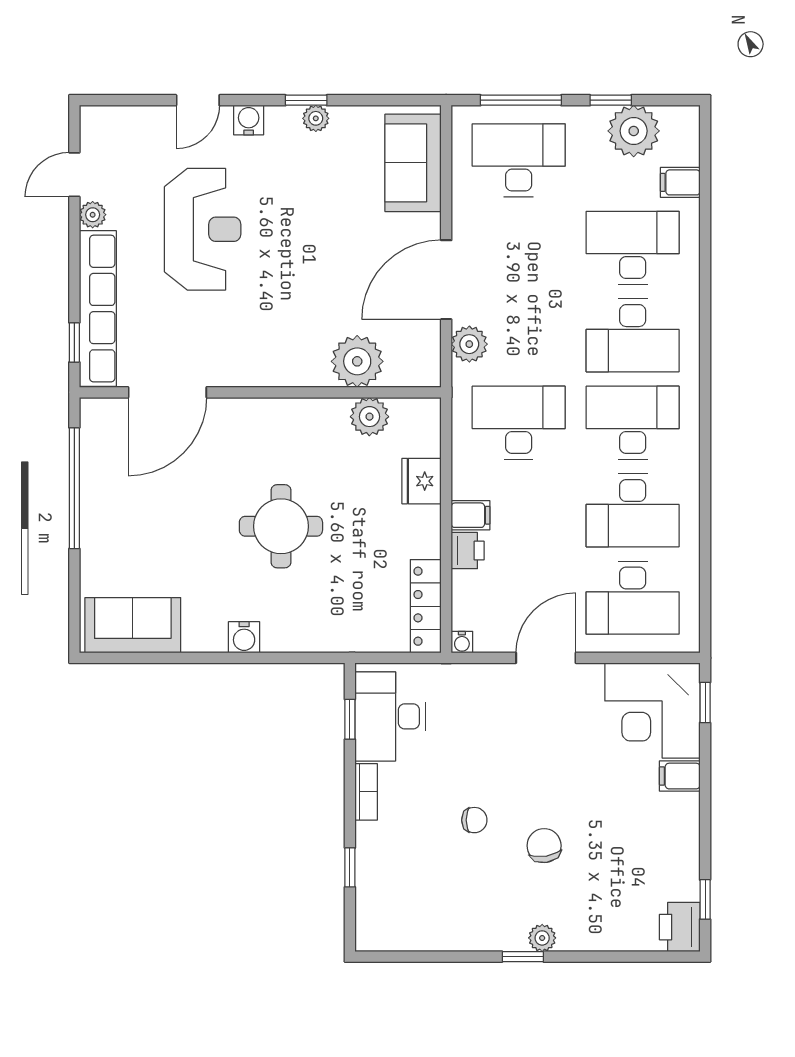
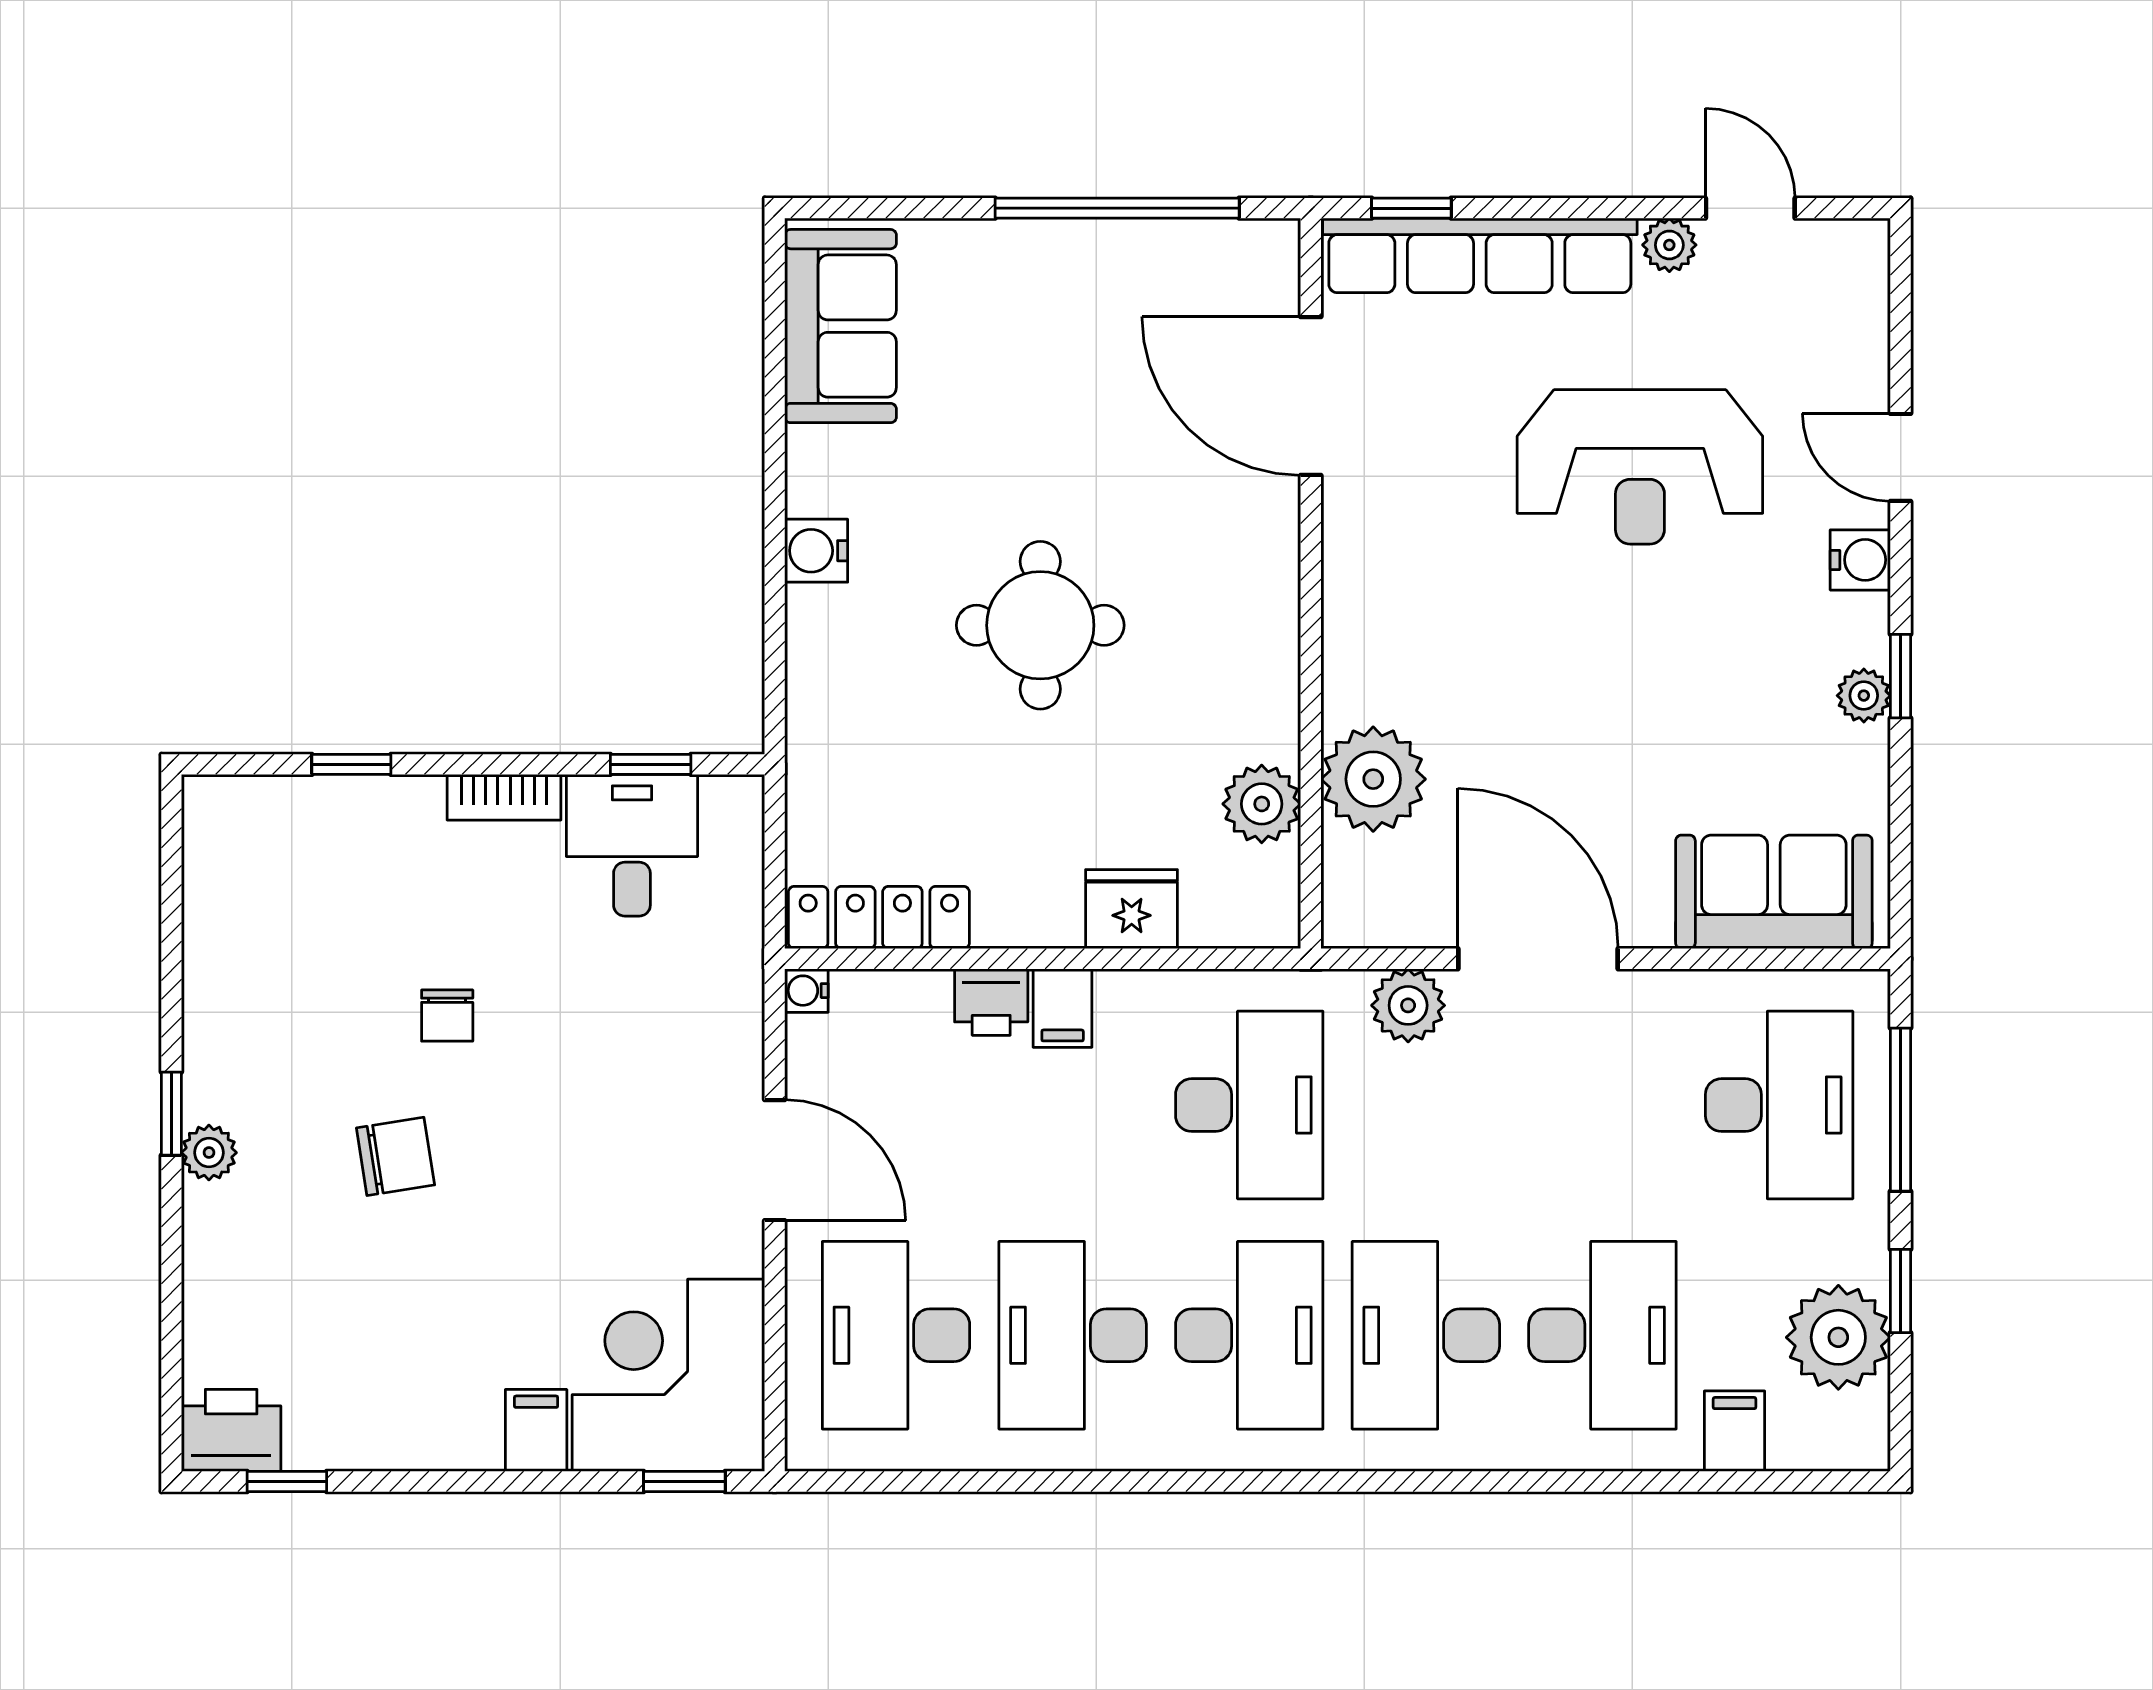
desk: (390, 716) -> (632, 845), width x0.73

